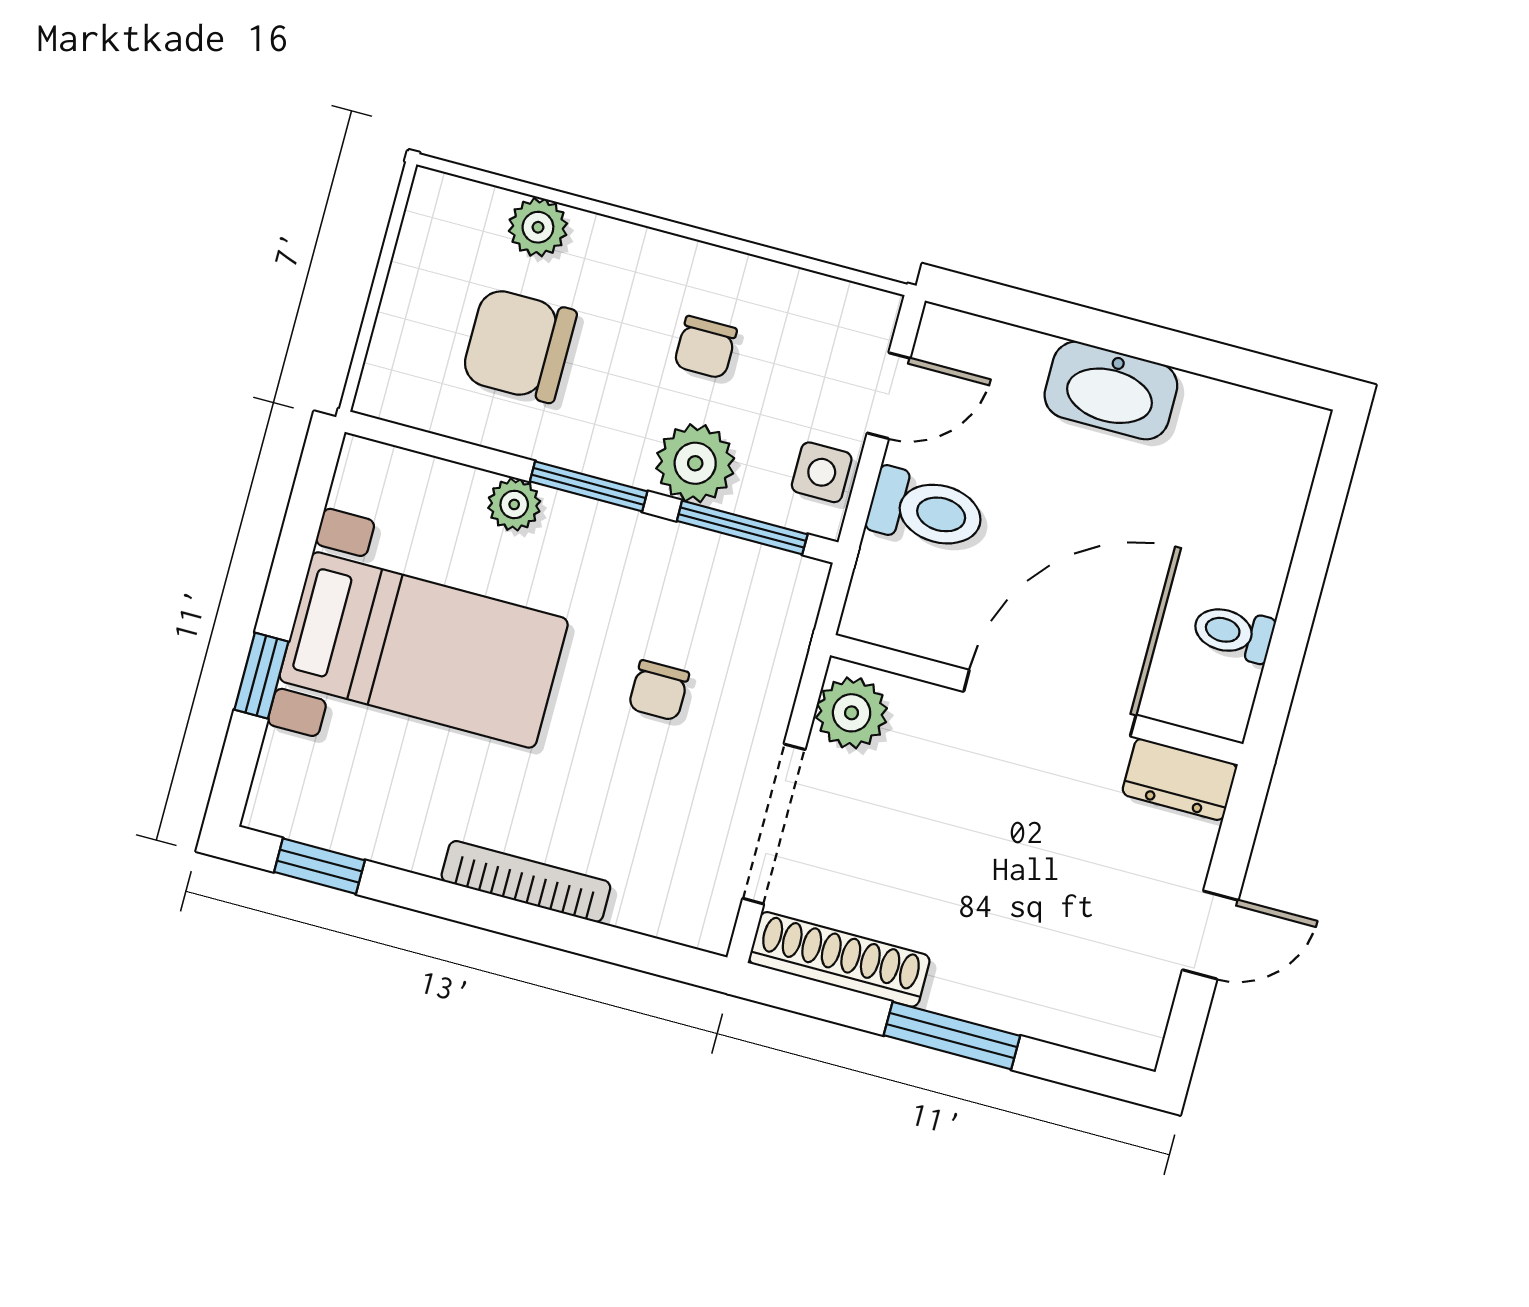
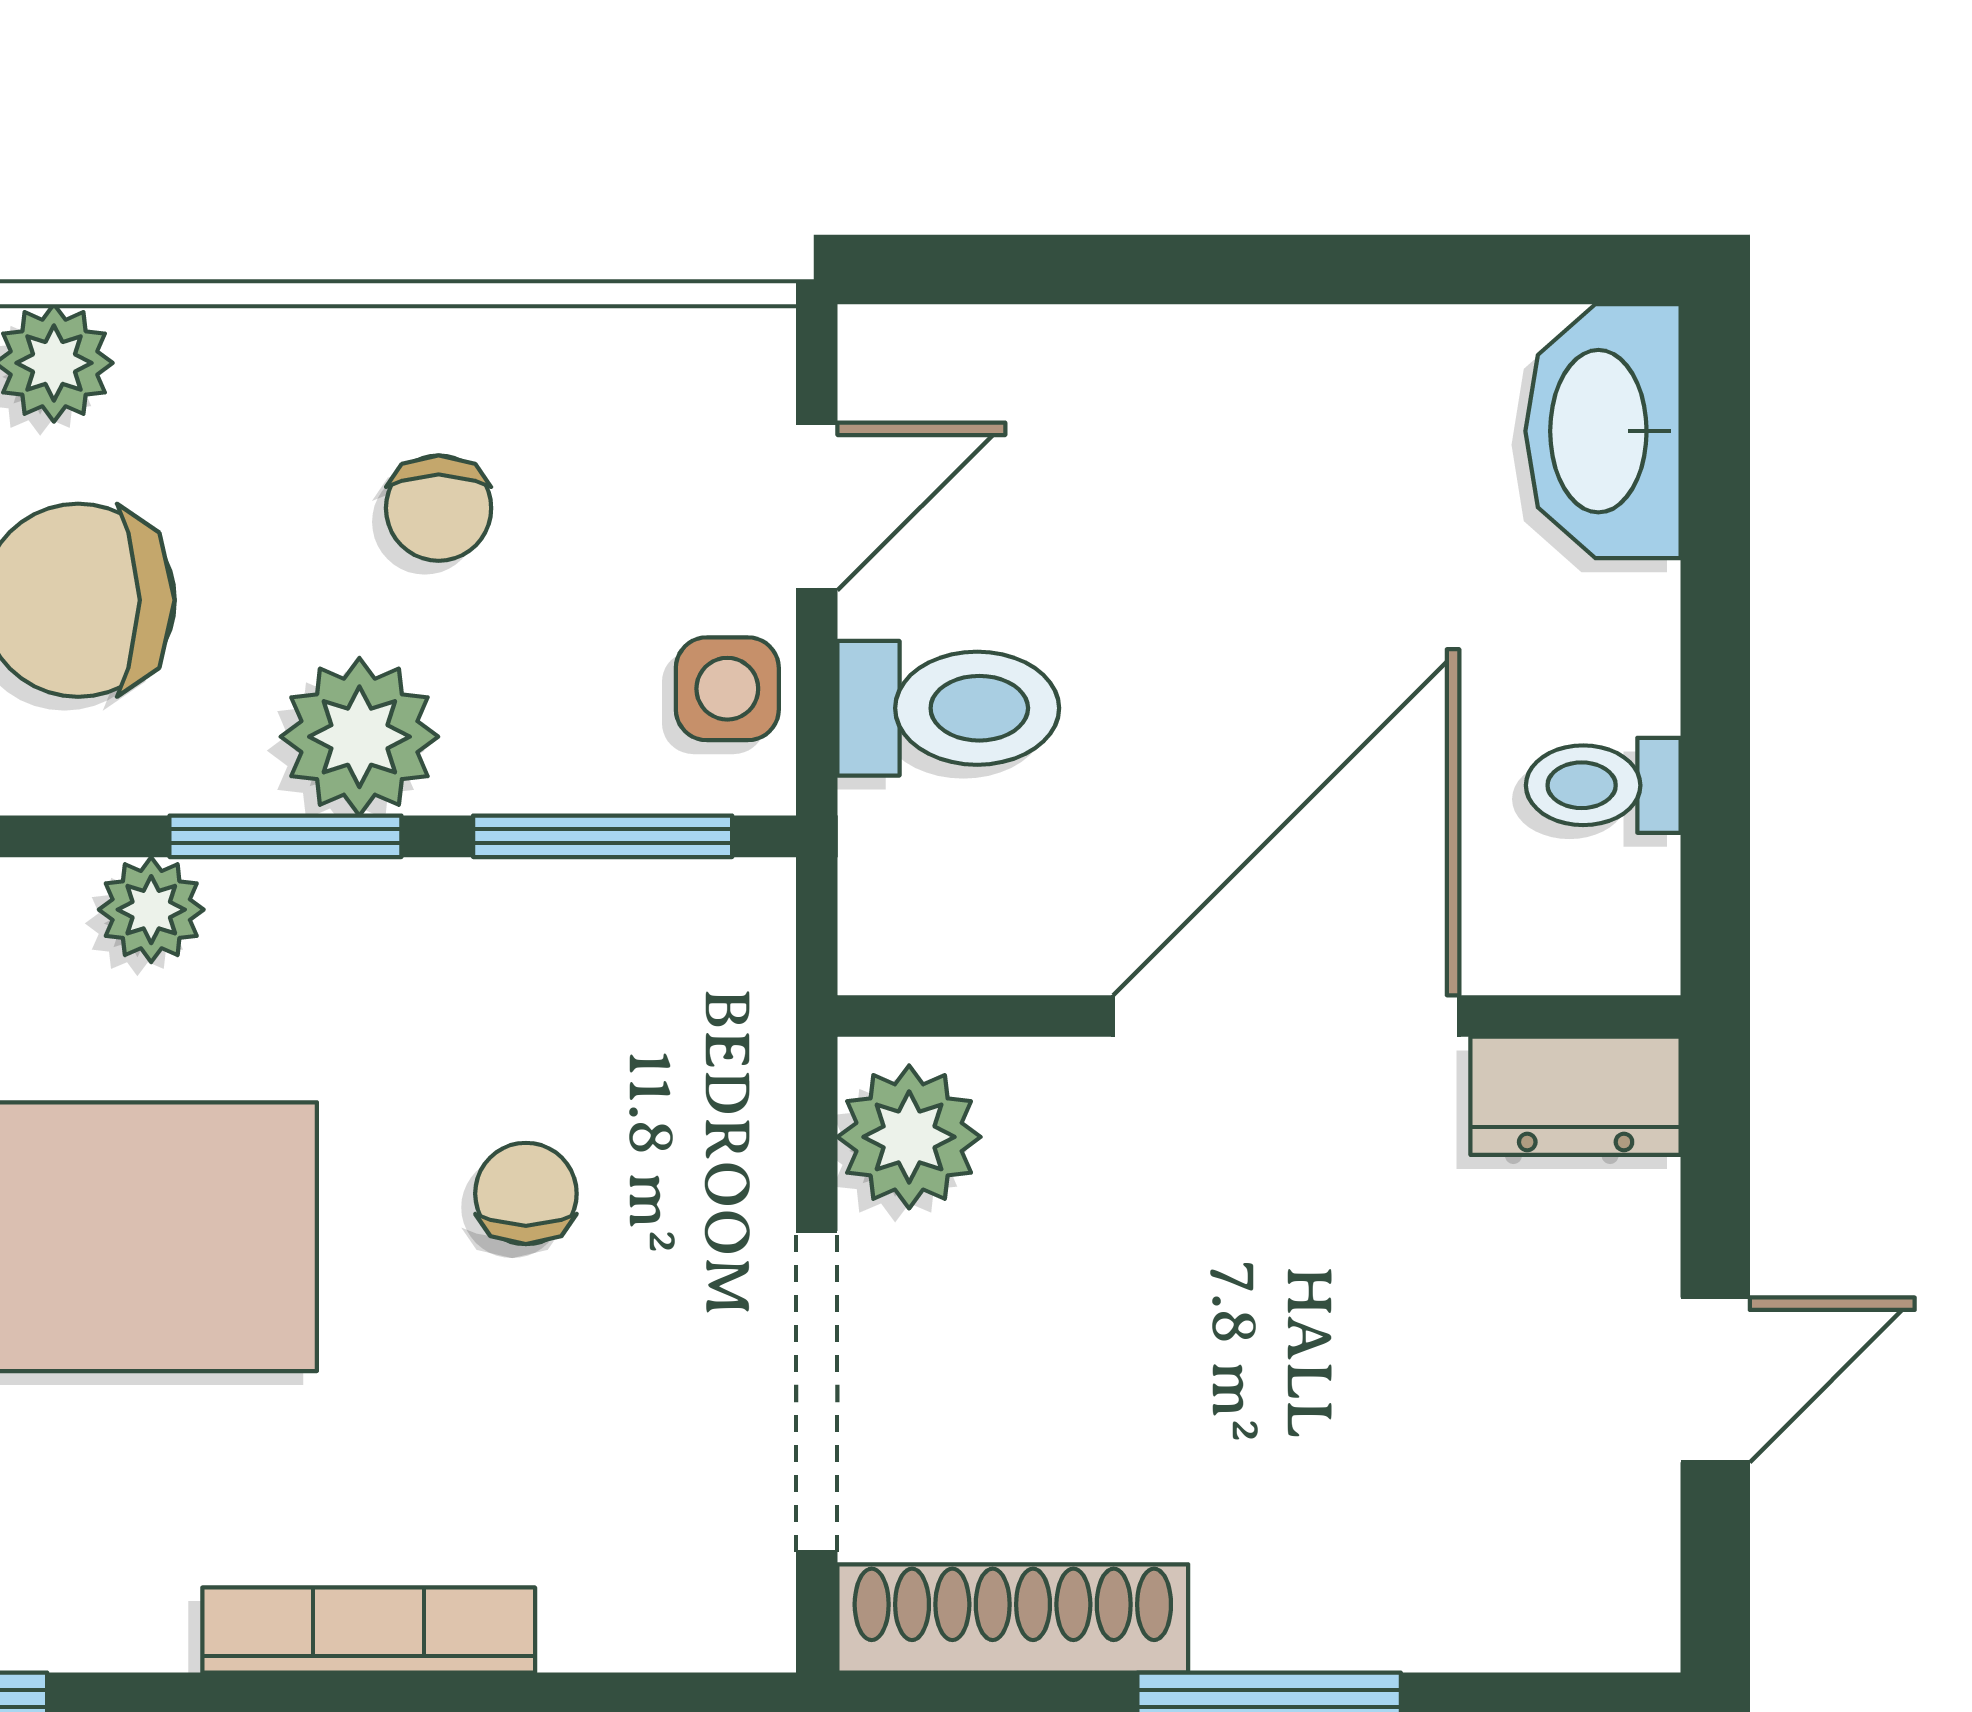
washbasin: (1111, 390) -> (1603, 431), moved, turned 90
plant: (695, 463) -> (359, 737), moved
chair: (659, 691) -> (526, 1194), turned 180

